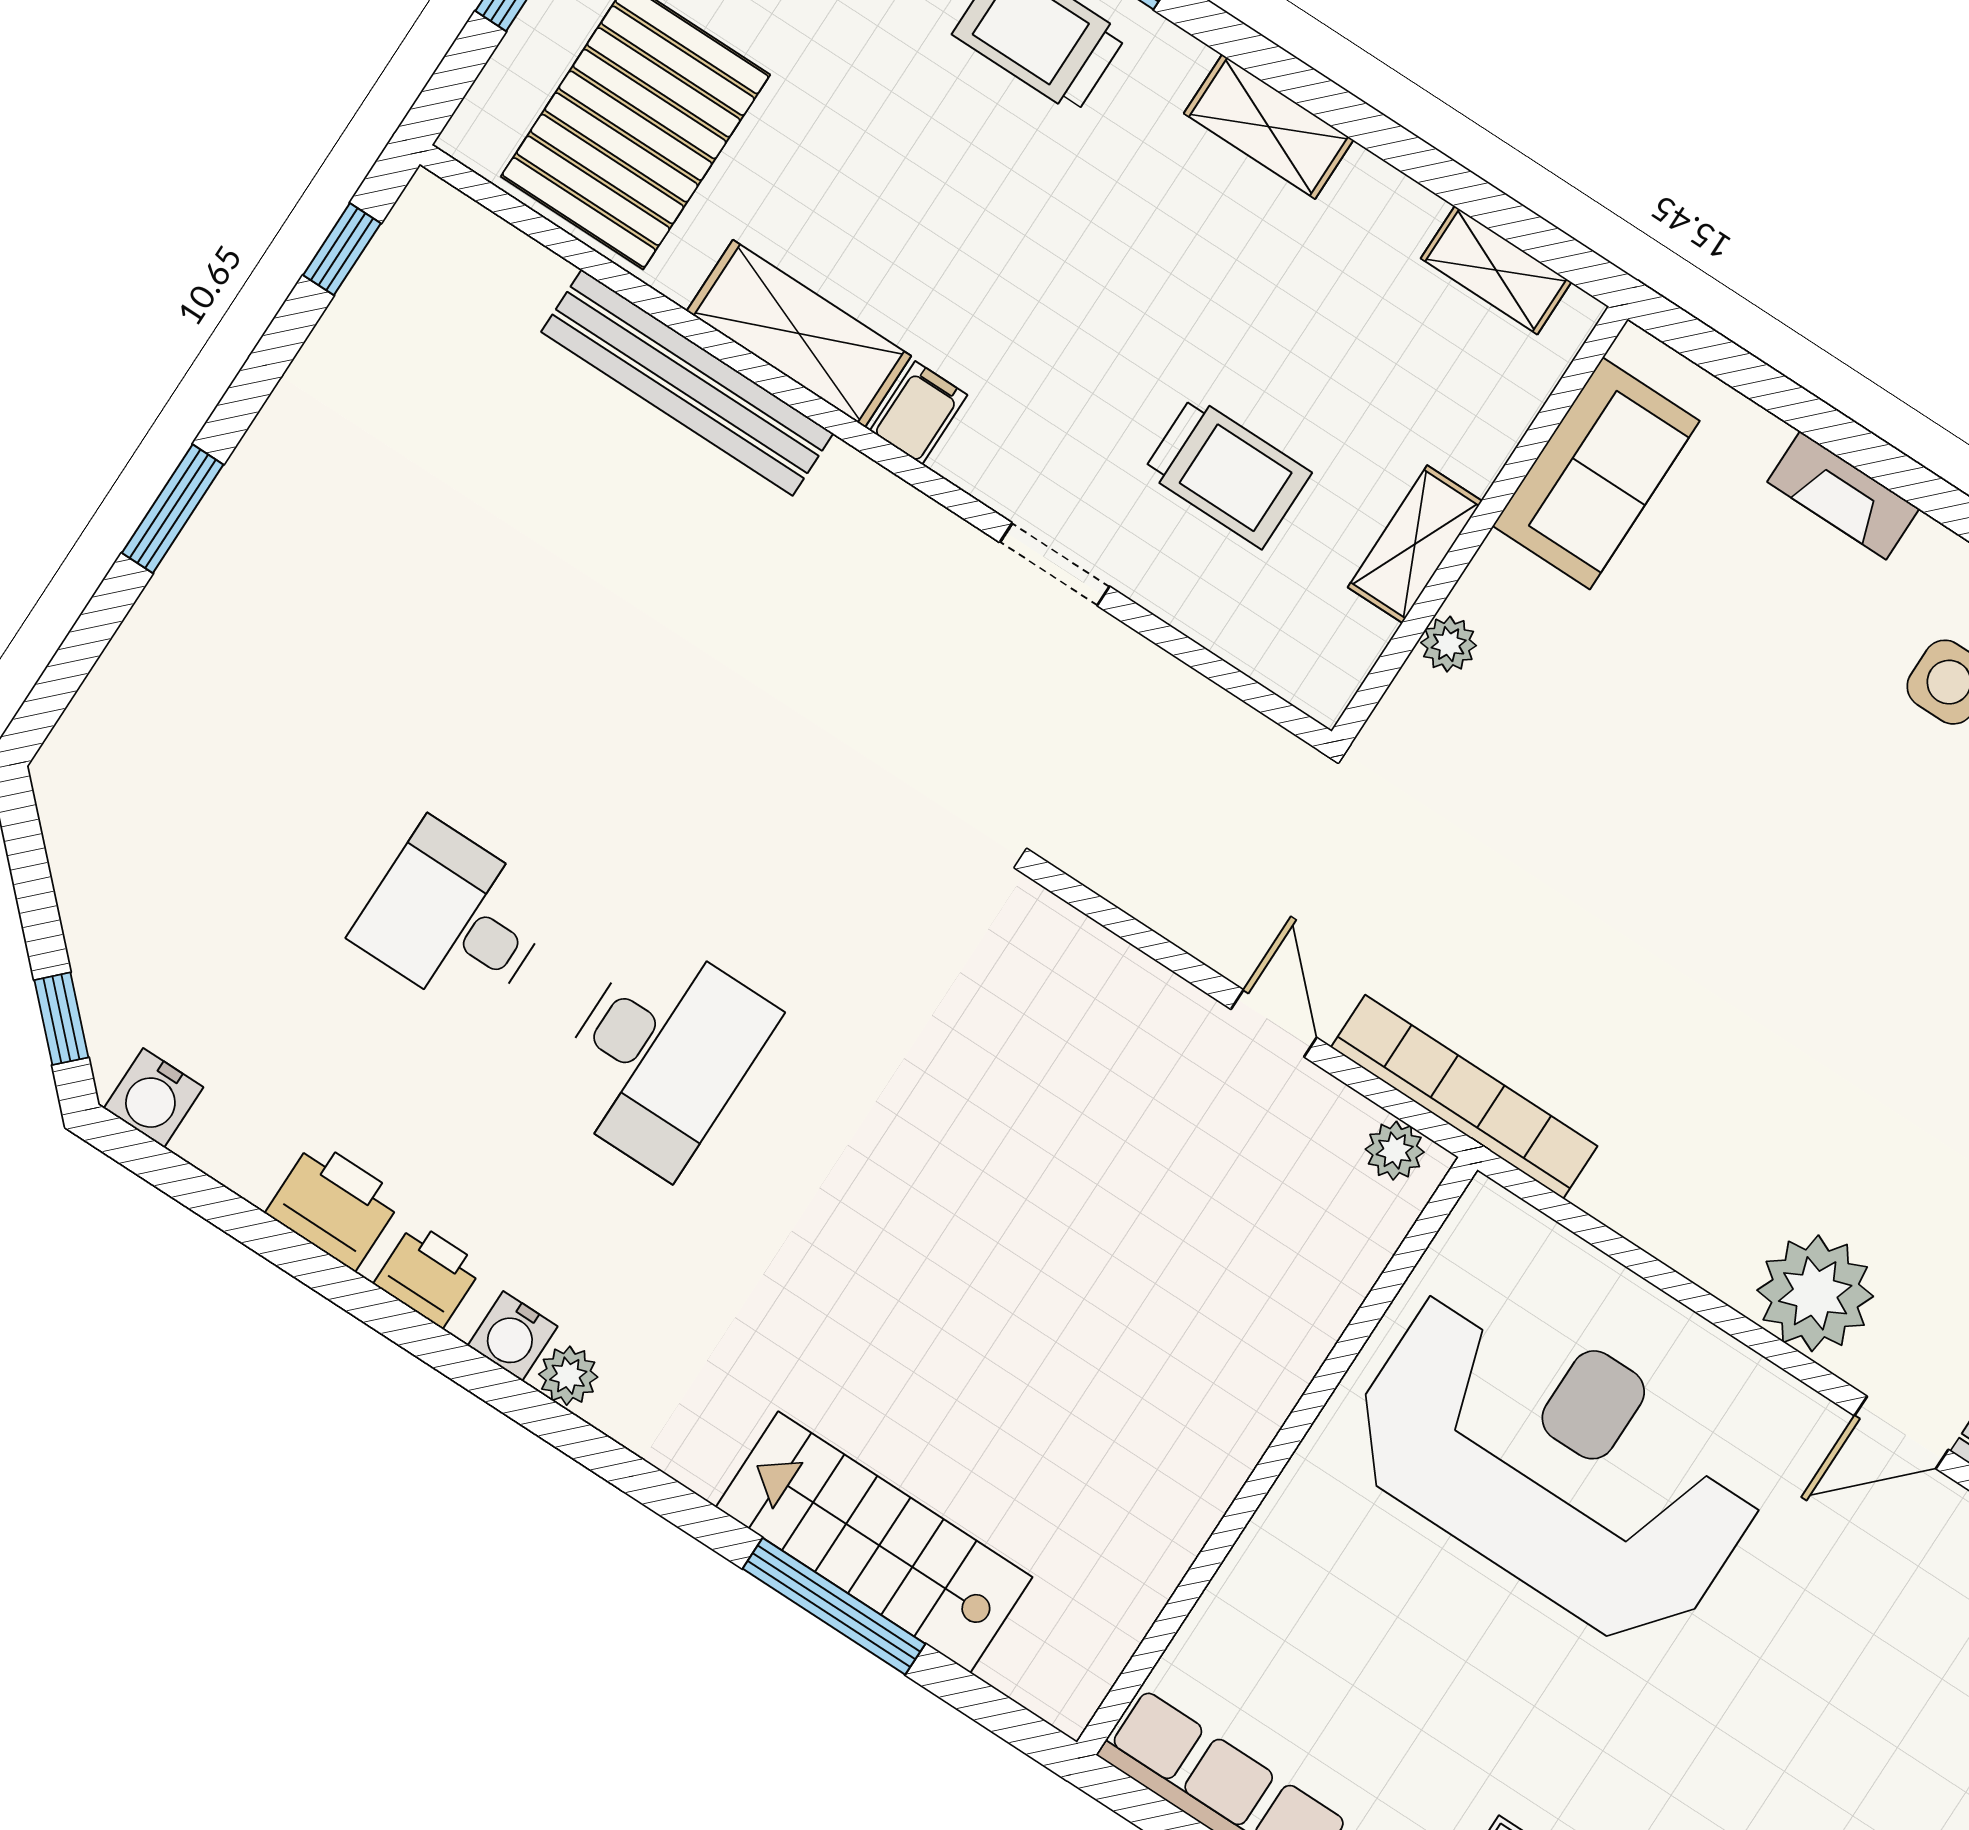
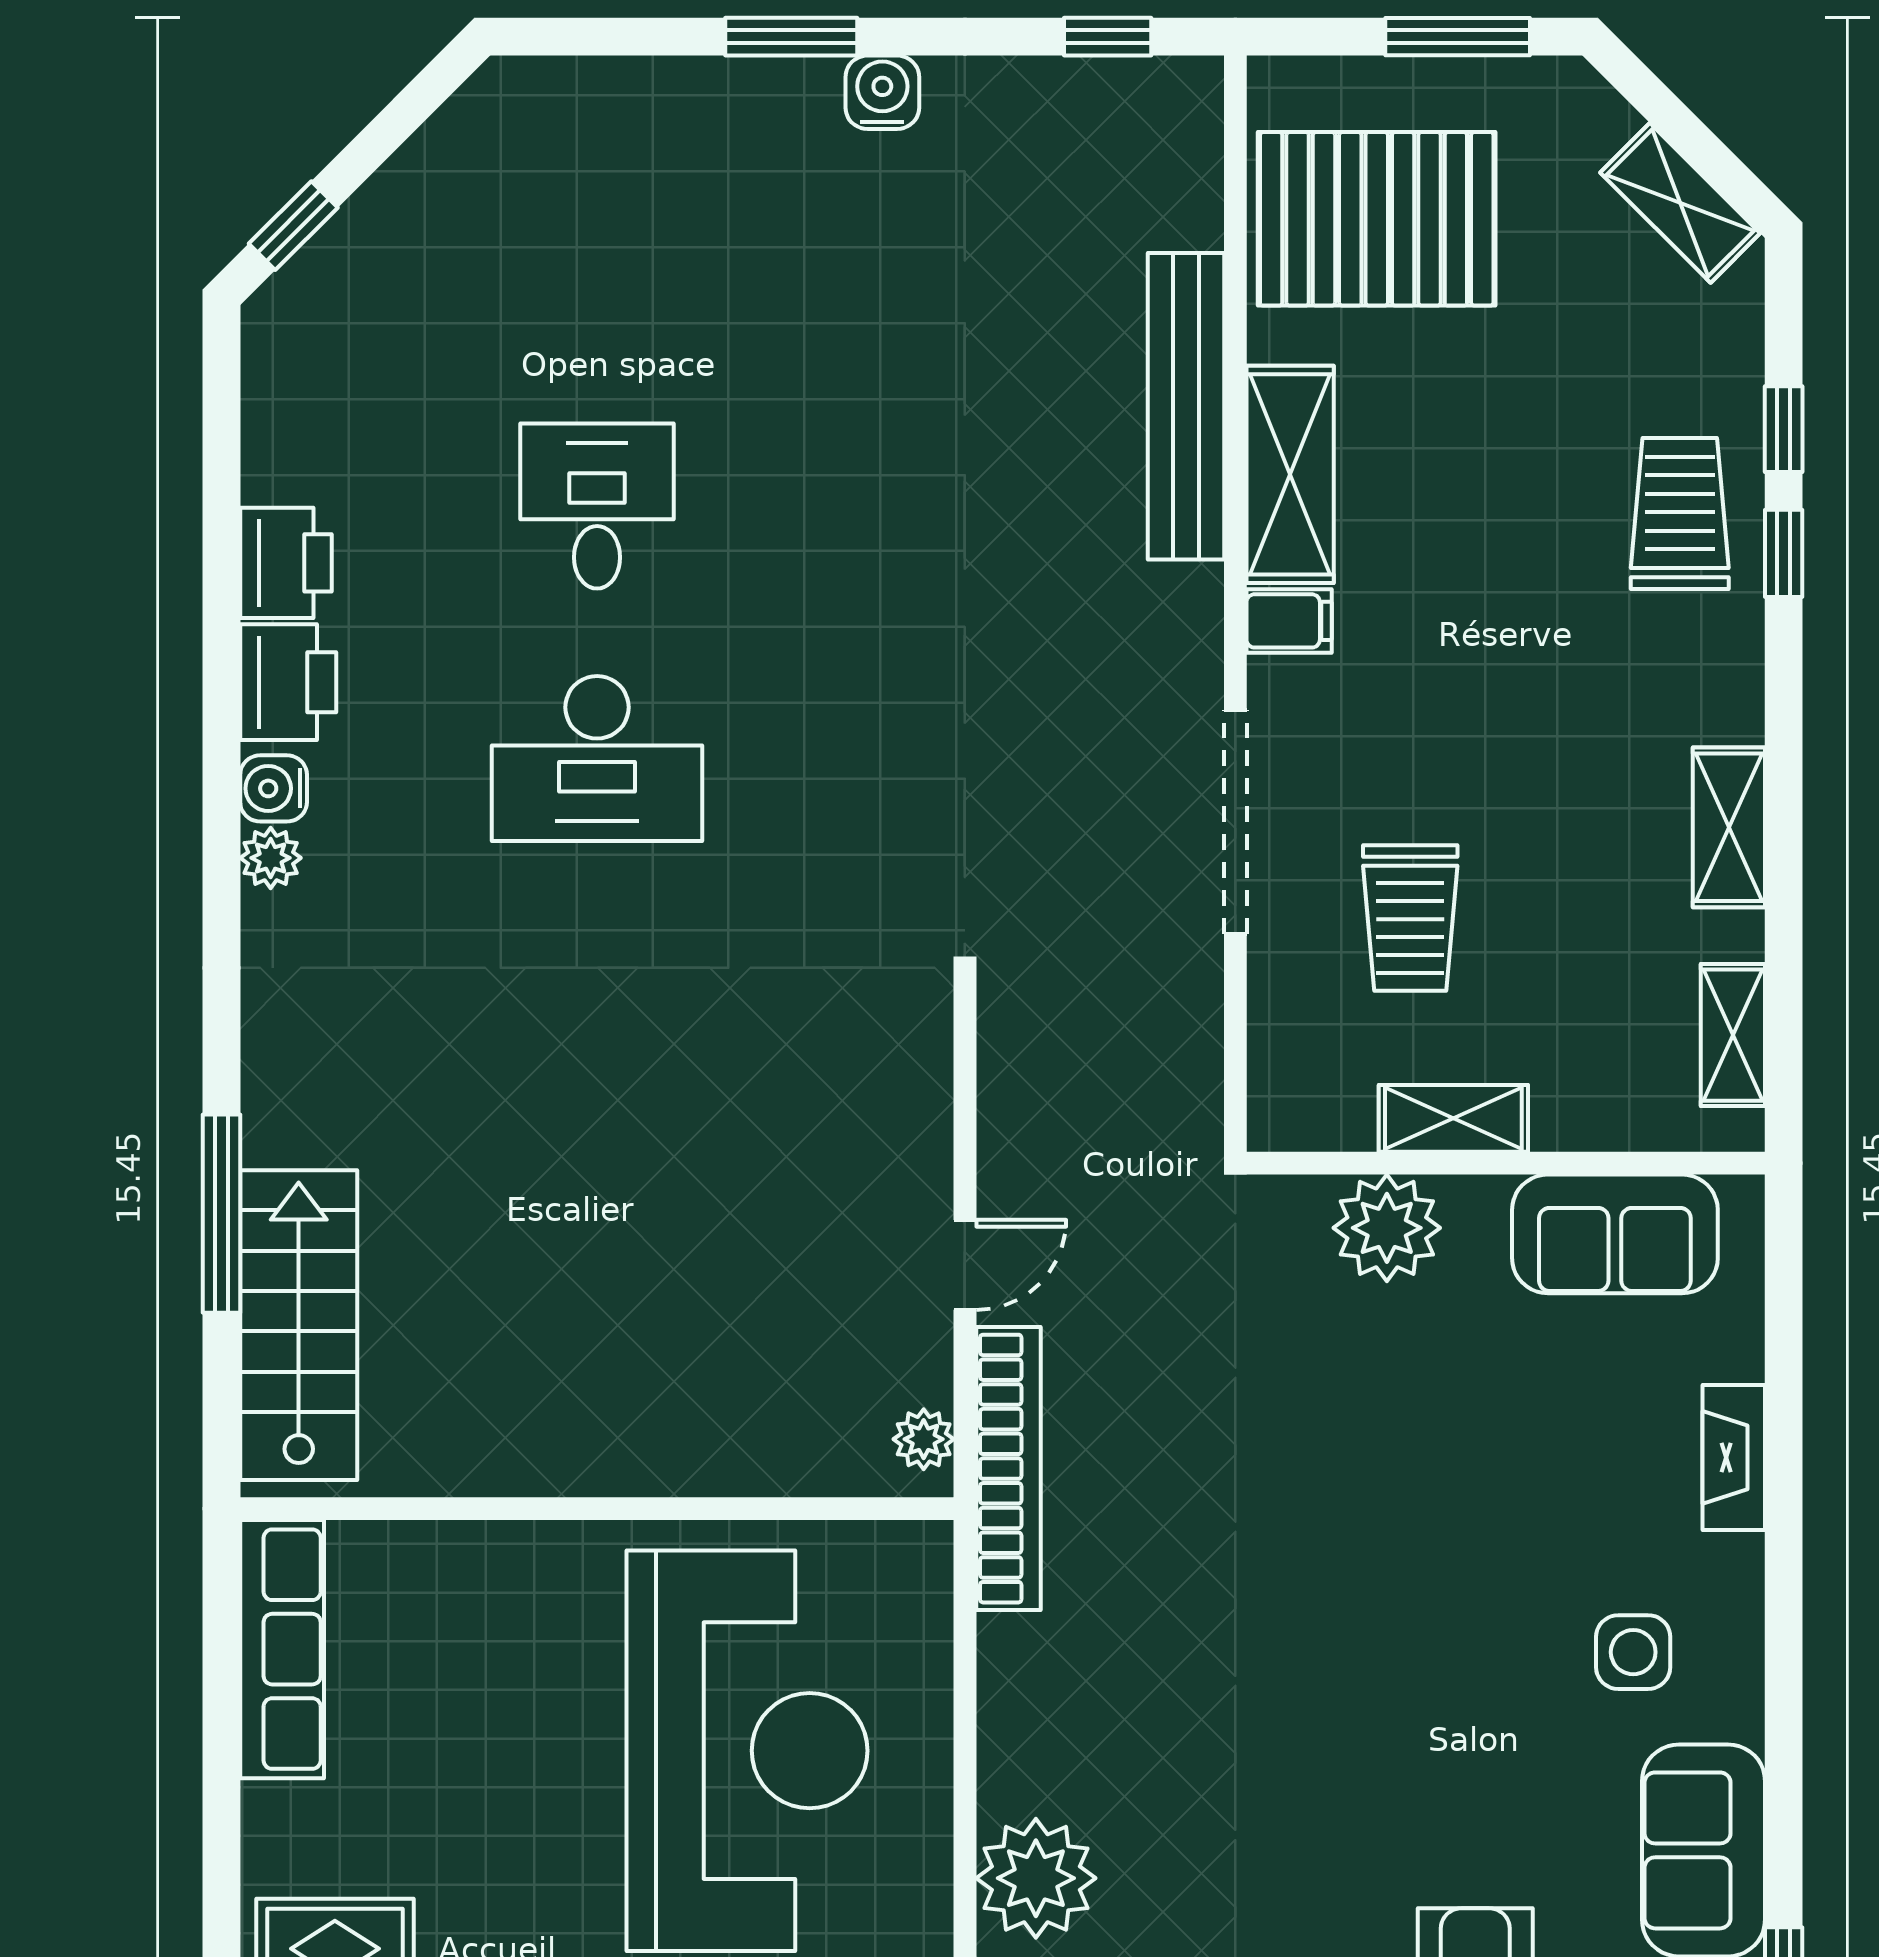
shelving: (1269, 127) -> (1729, 827), moved
doorway: (1055, 564) -> (1235, 822), width x1.88
plant: (1449, 644) -> (1387, 1228), width x1.88, depth x1.88
water cooler: (154, 1098) -> (882, 92), moved, turned 90
printer: (428, 1275) -> (288, 682), width x1.36, depth x1.24
stairs: (874, 1542) -> (299, 1325), moved

